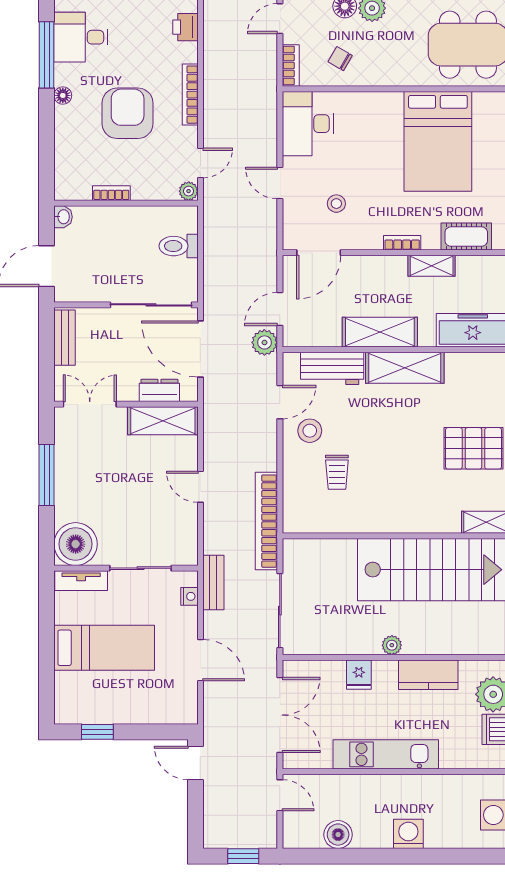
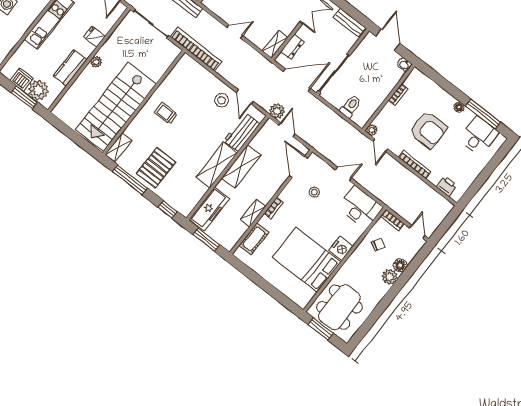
nightstand: (386, 106) -> (341, 249), added
shelving: (163, 421) -> (275, 44), width x0.67, depth x0.75
trolley: (337, 472) -> (166, 113), moved

